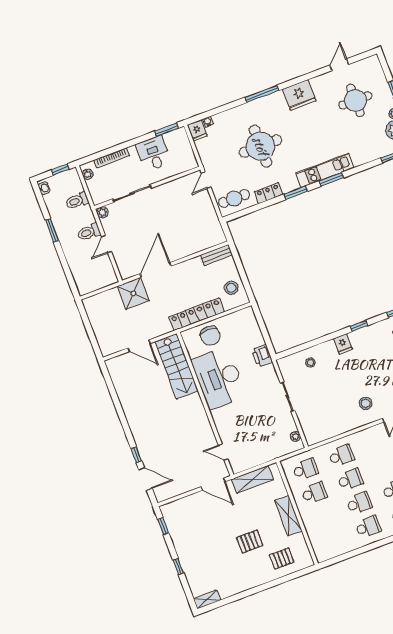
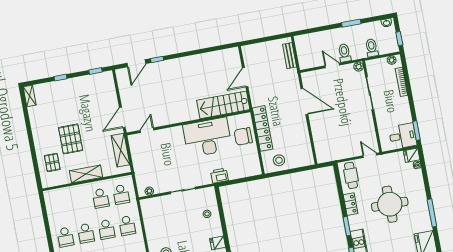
desk: (154, 154) -> (403, 136), moved
bench: (216, 255) -> (290, 56), moved
shower: (133, 293) -> (288, 80), removed
pallet: (250, 542) -> (71, 139), width x1.50, depth x1.42

